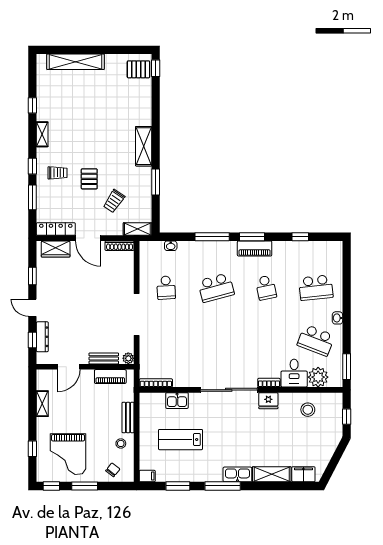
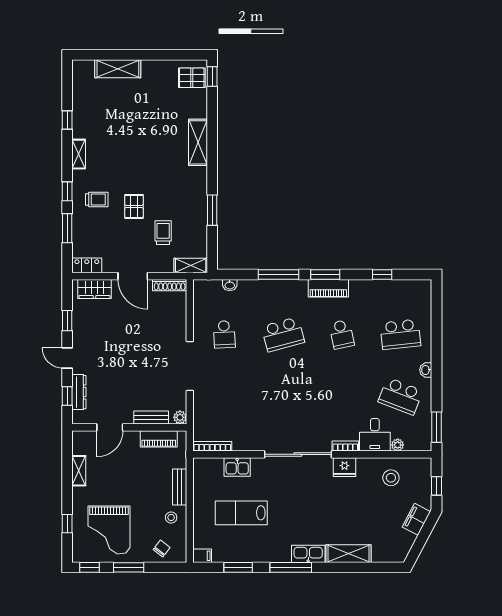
shelving: (75, 62) -> (118, 69), width x0.68
shelving: (144, 146) -> (198, 142), moved
trolley: (114, 201) -> (163, 233), turned 146
locker: (56, 229) -> (87, 265), width x0.66
plant: (318, 377) -> (398, 445), width x0.53, depth x0.53
filing cabinet: (303, 474) -> (416, 519), moved, turned -62

